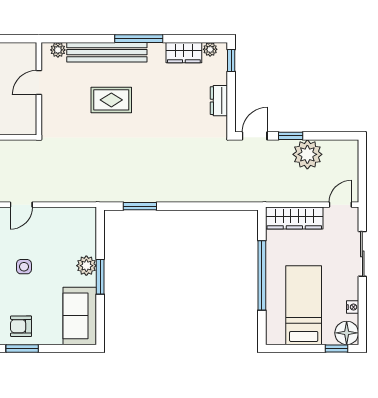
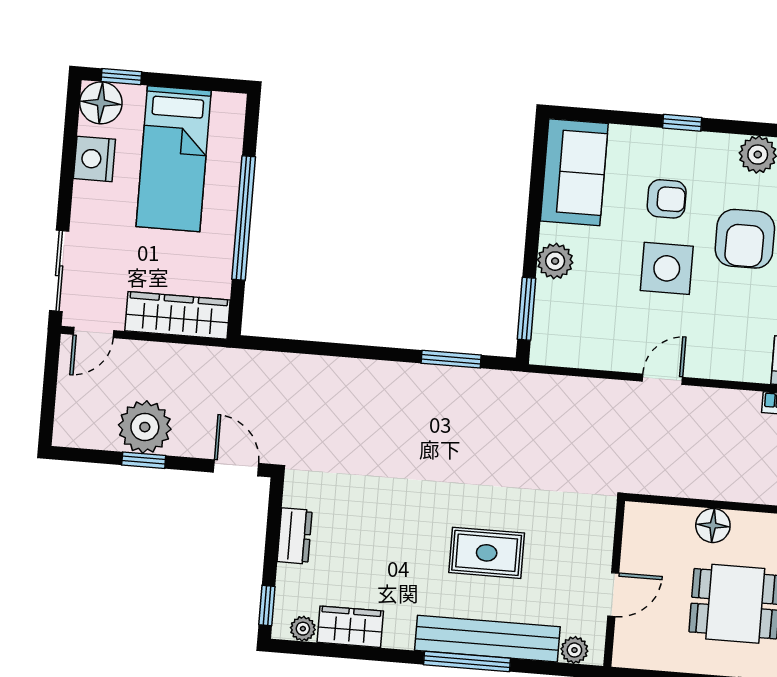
window: (139, 39) -> (467, 662), moved
door: (255, 136) -> (236, 468), swing flipped
window: (291, 136) -> (144, 460), moved
sliding door: (362, 254) -> (59, 271), moved
side table: (24, 267) -> (667, 268), width x1.87, depth x1.87
window: (100, 277) -> (527, 309), moved
nightstand: (353, 307) -> (94, 159), width x1.89, depth x1.79
armchair: (21, 326) -> (667, 199), moved
window: (22, 348) -> (682, 123), width x0.67

